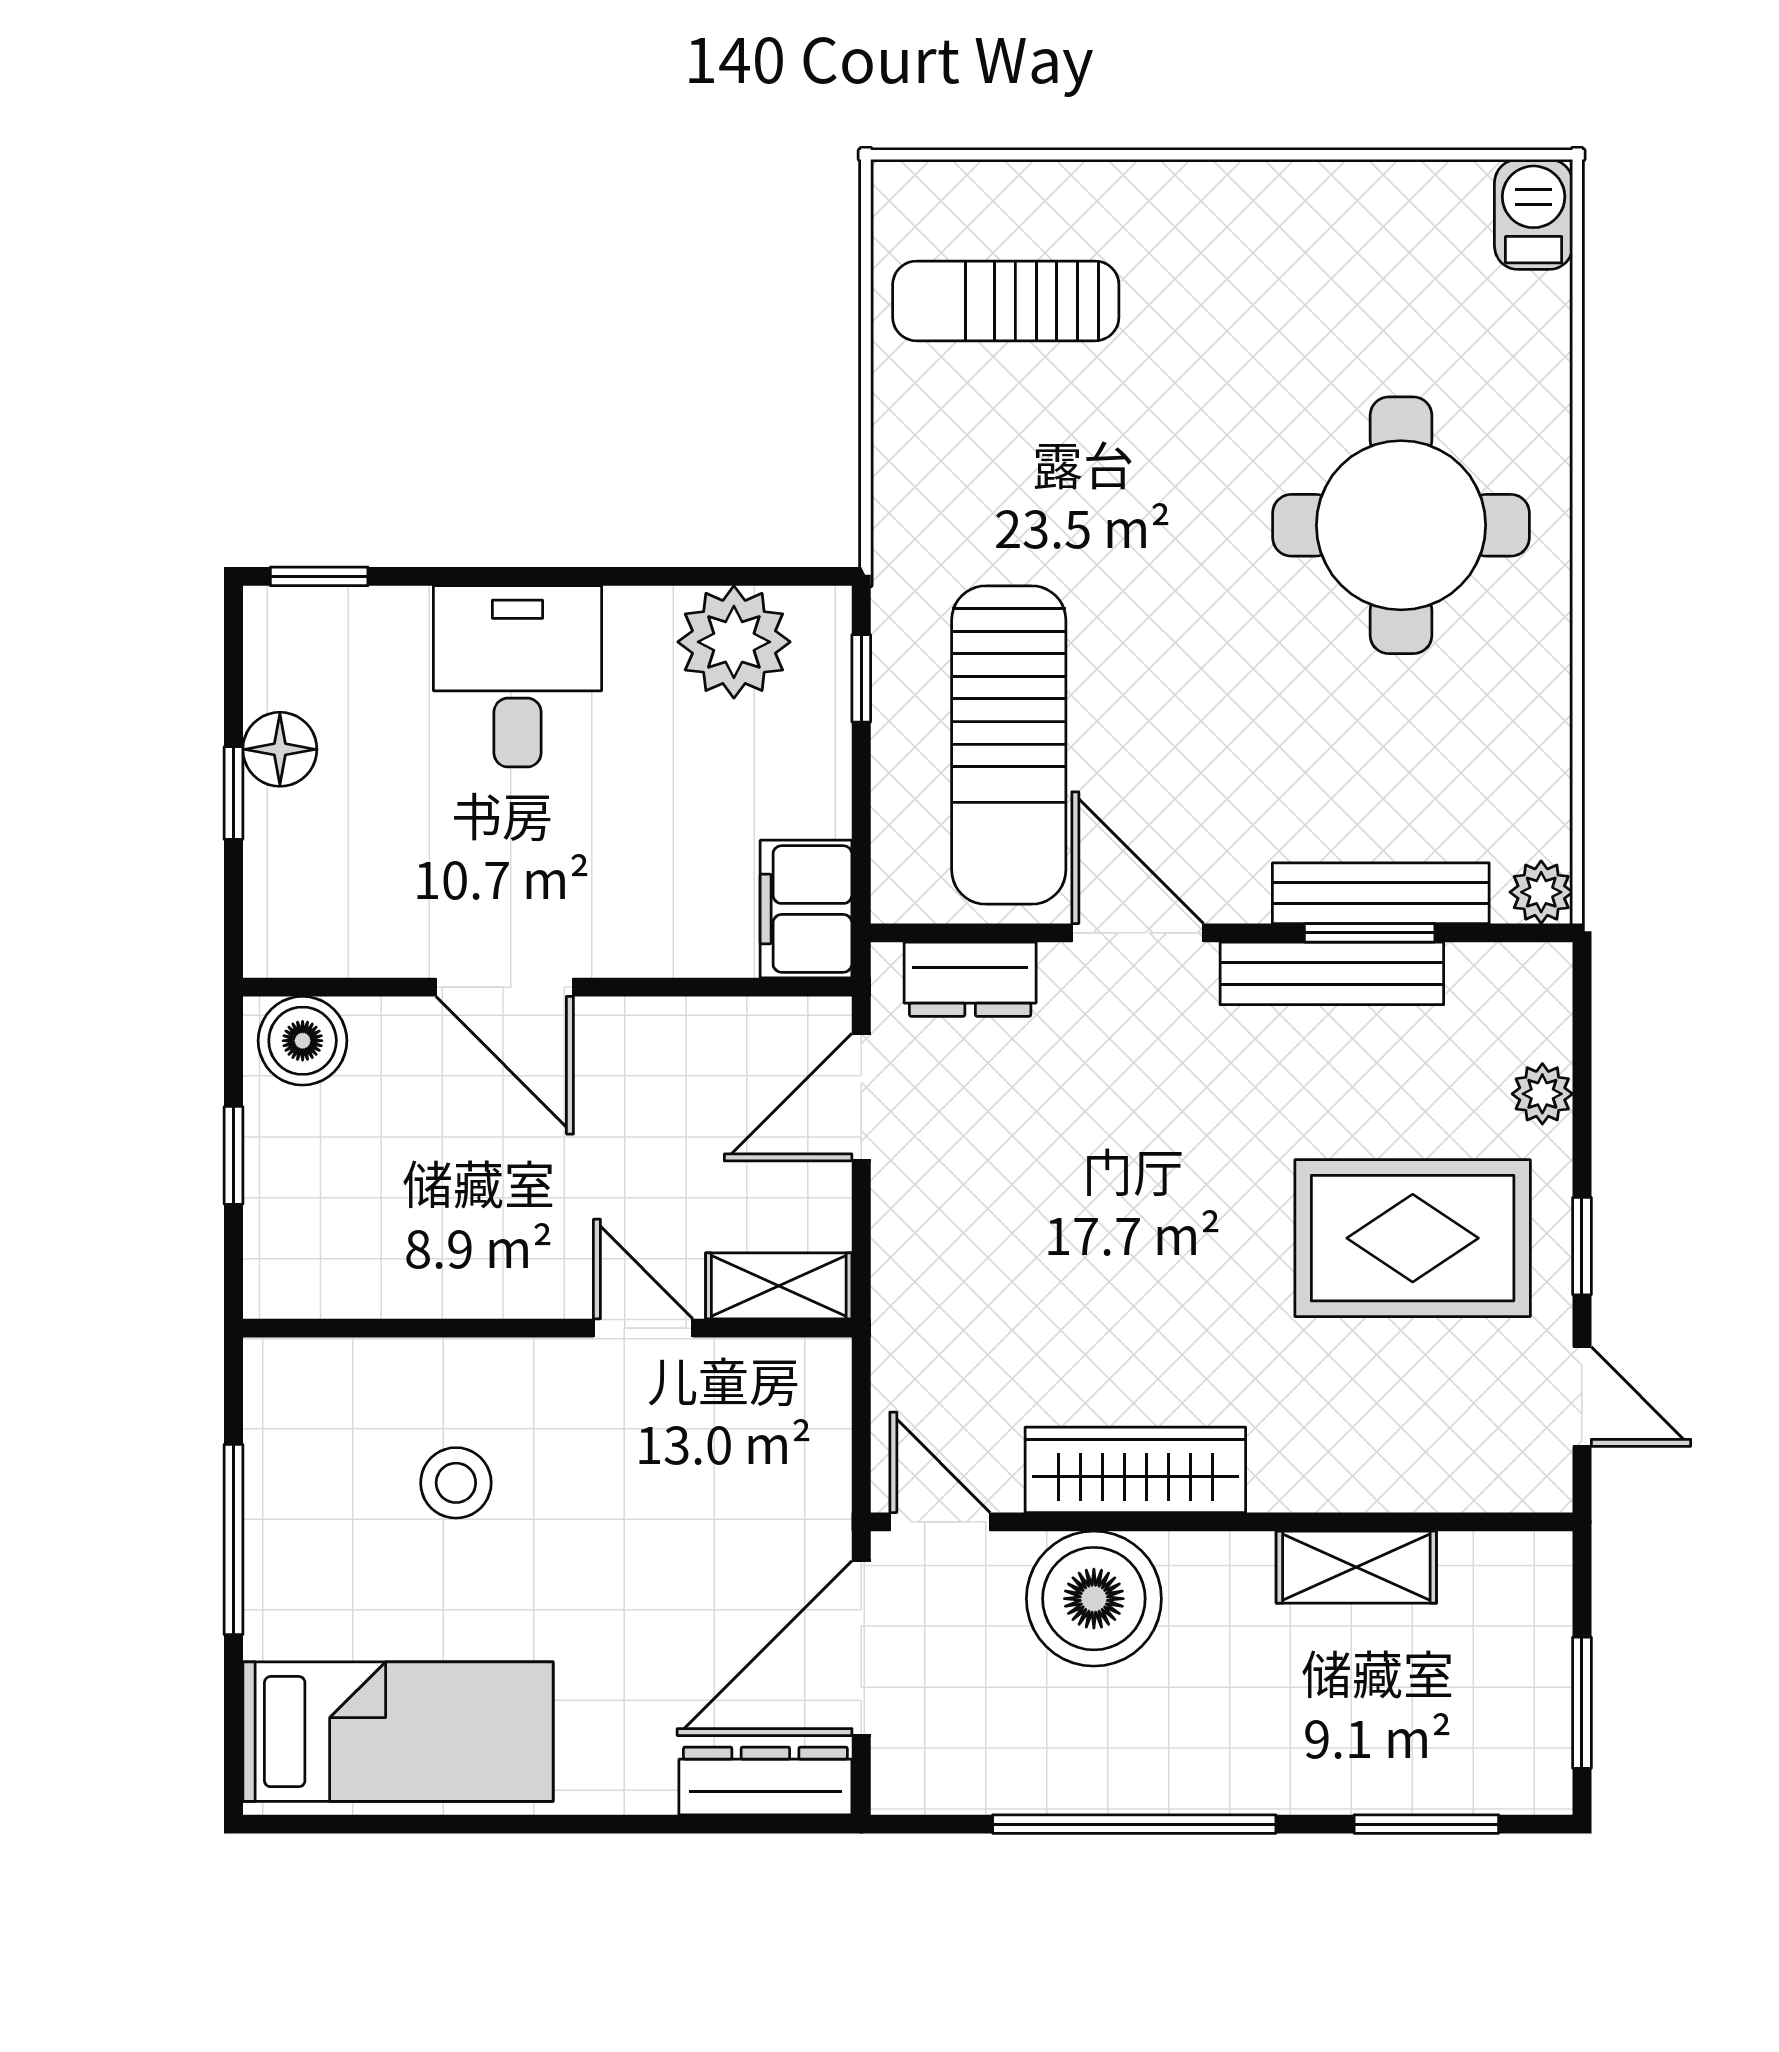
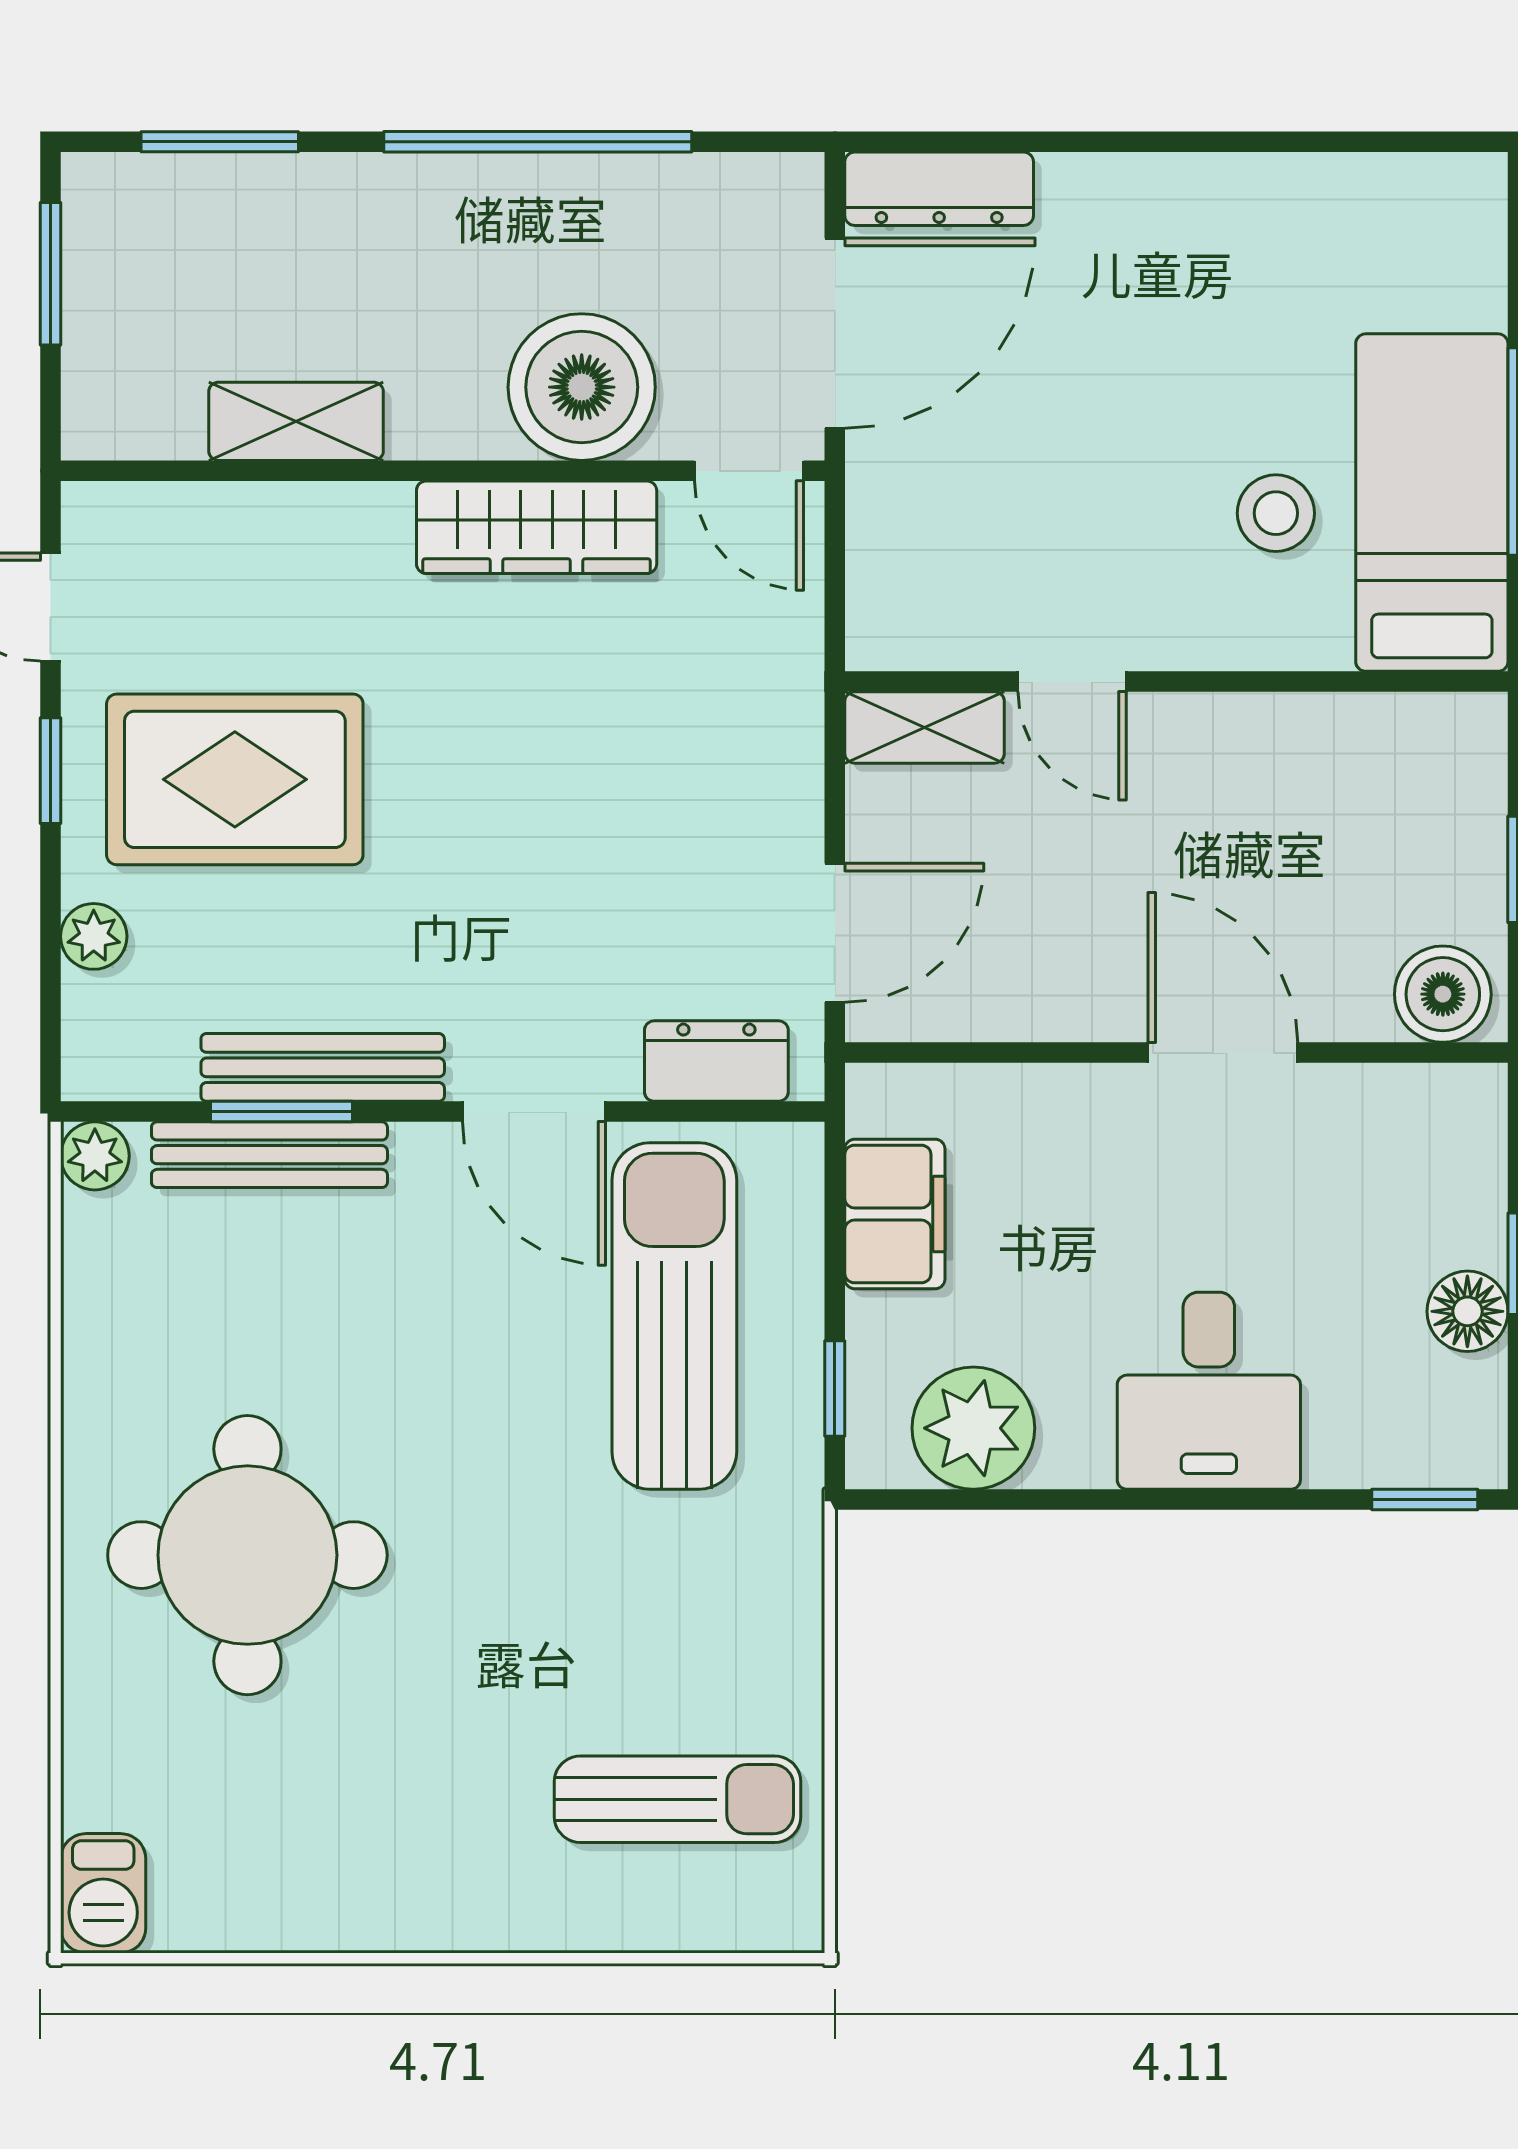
filing cabinet: (806, 909) -> (895, 1214), moved
bed: (398, 1732) -> (1432, 503), moved, turned 90

